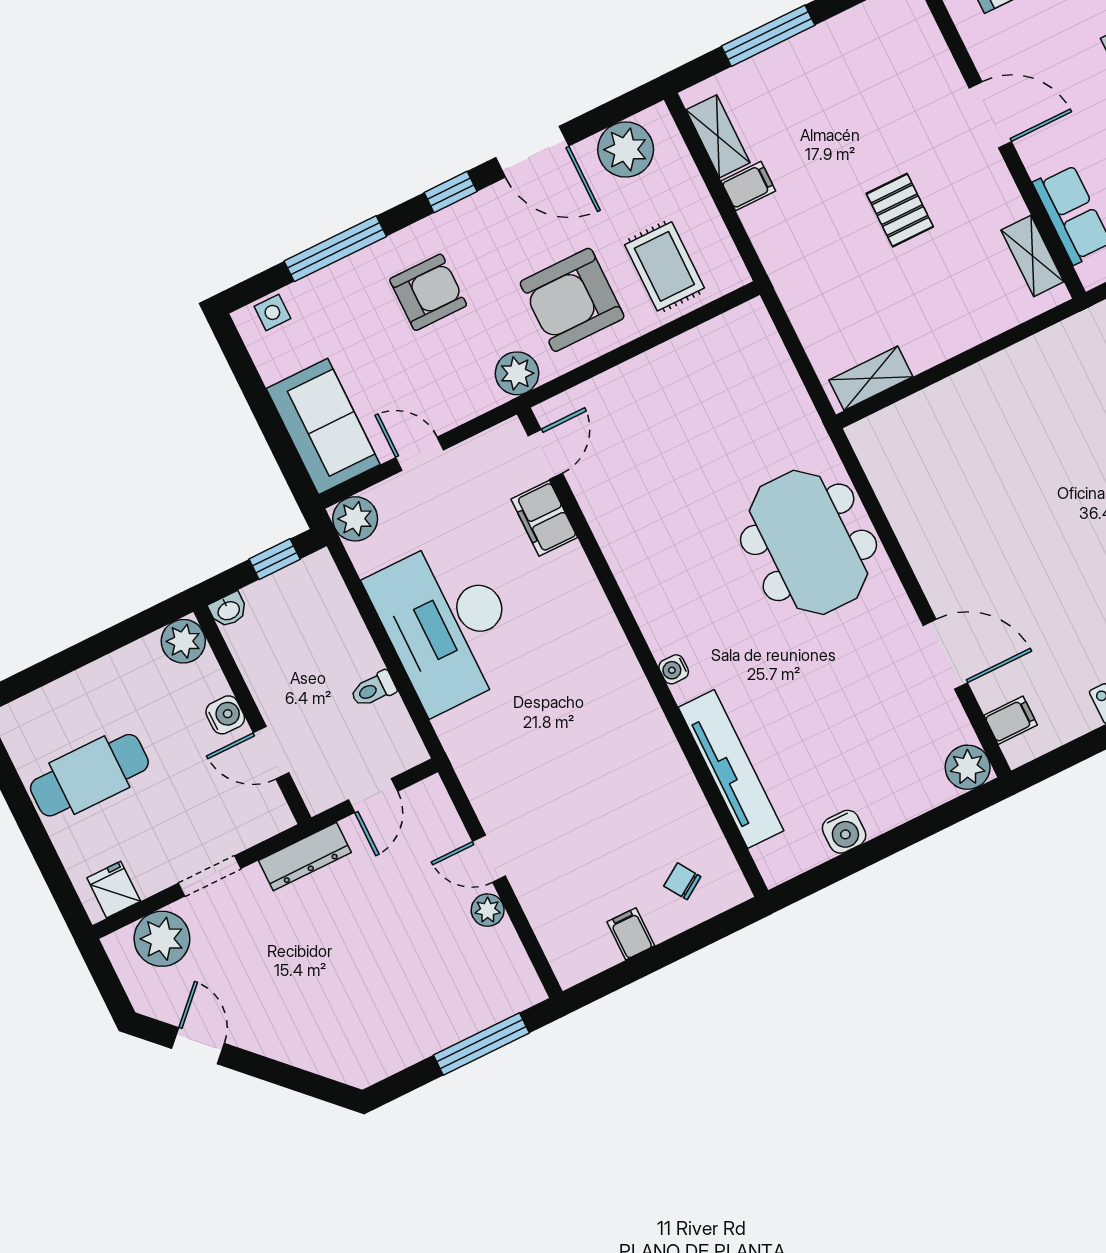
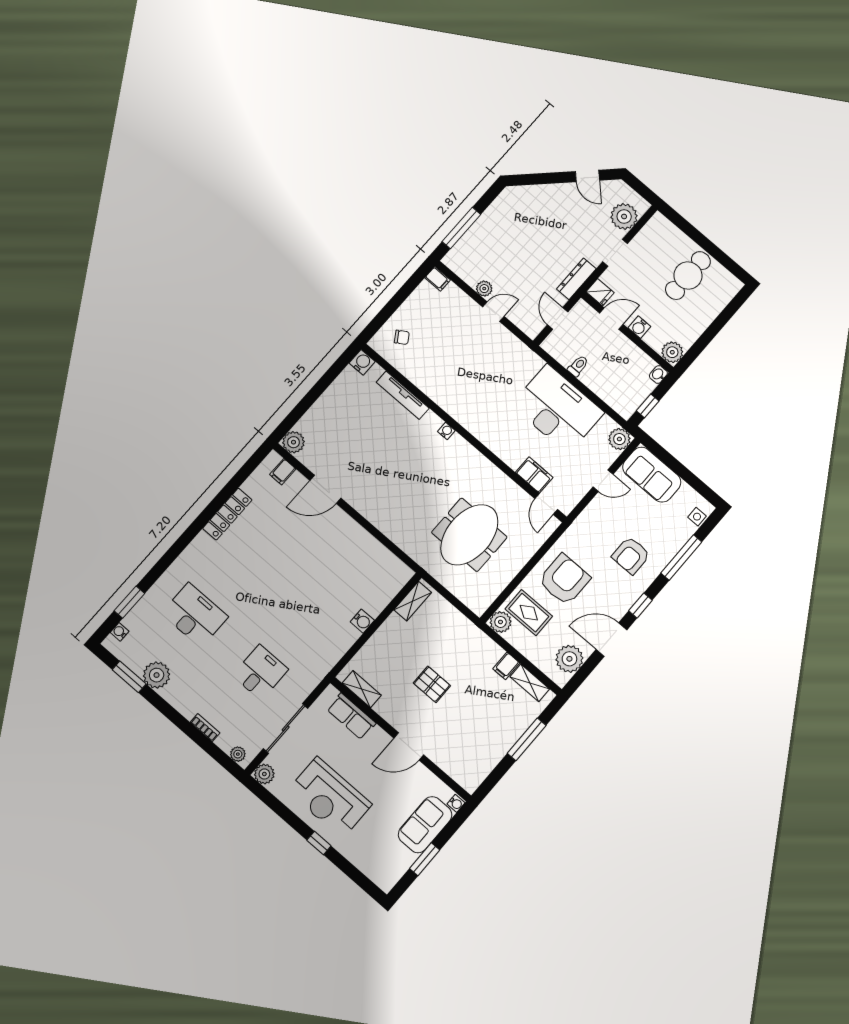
plant: (517, 373) -> (500, 622), moved
water cooler: (979, 381) -> (362, 621), added
meeting table: (808, 542) -> (469, 535), moved, turned 90
tv unit: (731, 769) -> (403, 395), width x0.73, depth x0.78
water cooler: (844, 832) -> (362, 362), moved, turned 90
fridge: (114, 890) -> (600, 292), moved
filing cabinet: (631, 934) -> (438, 279), moved

